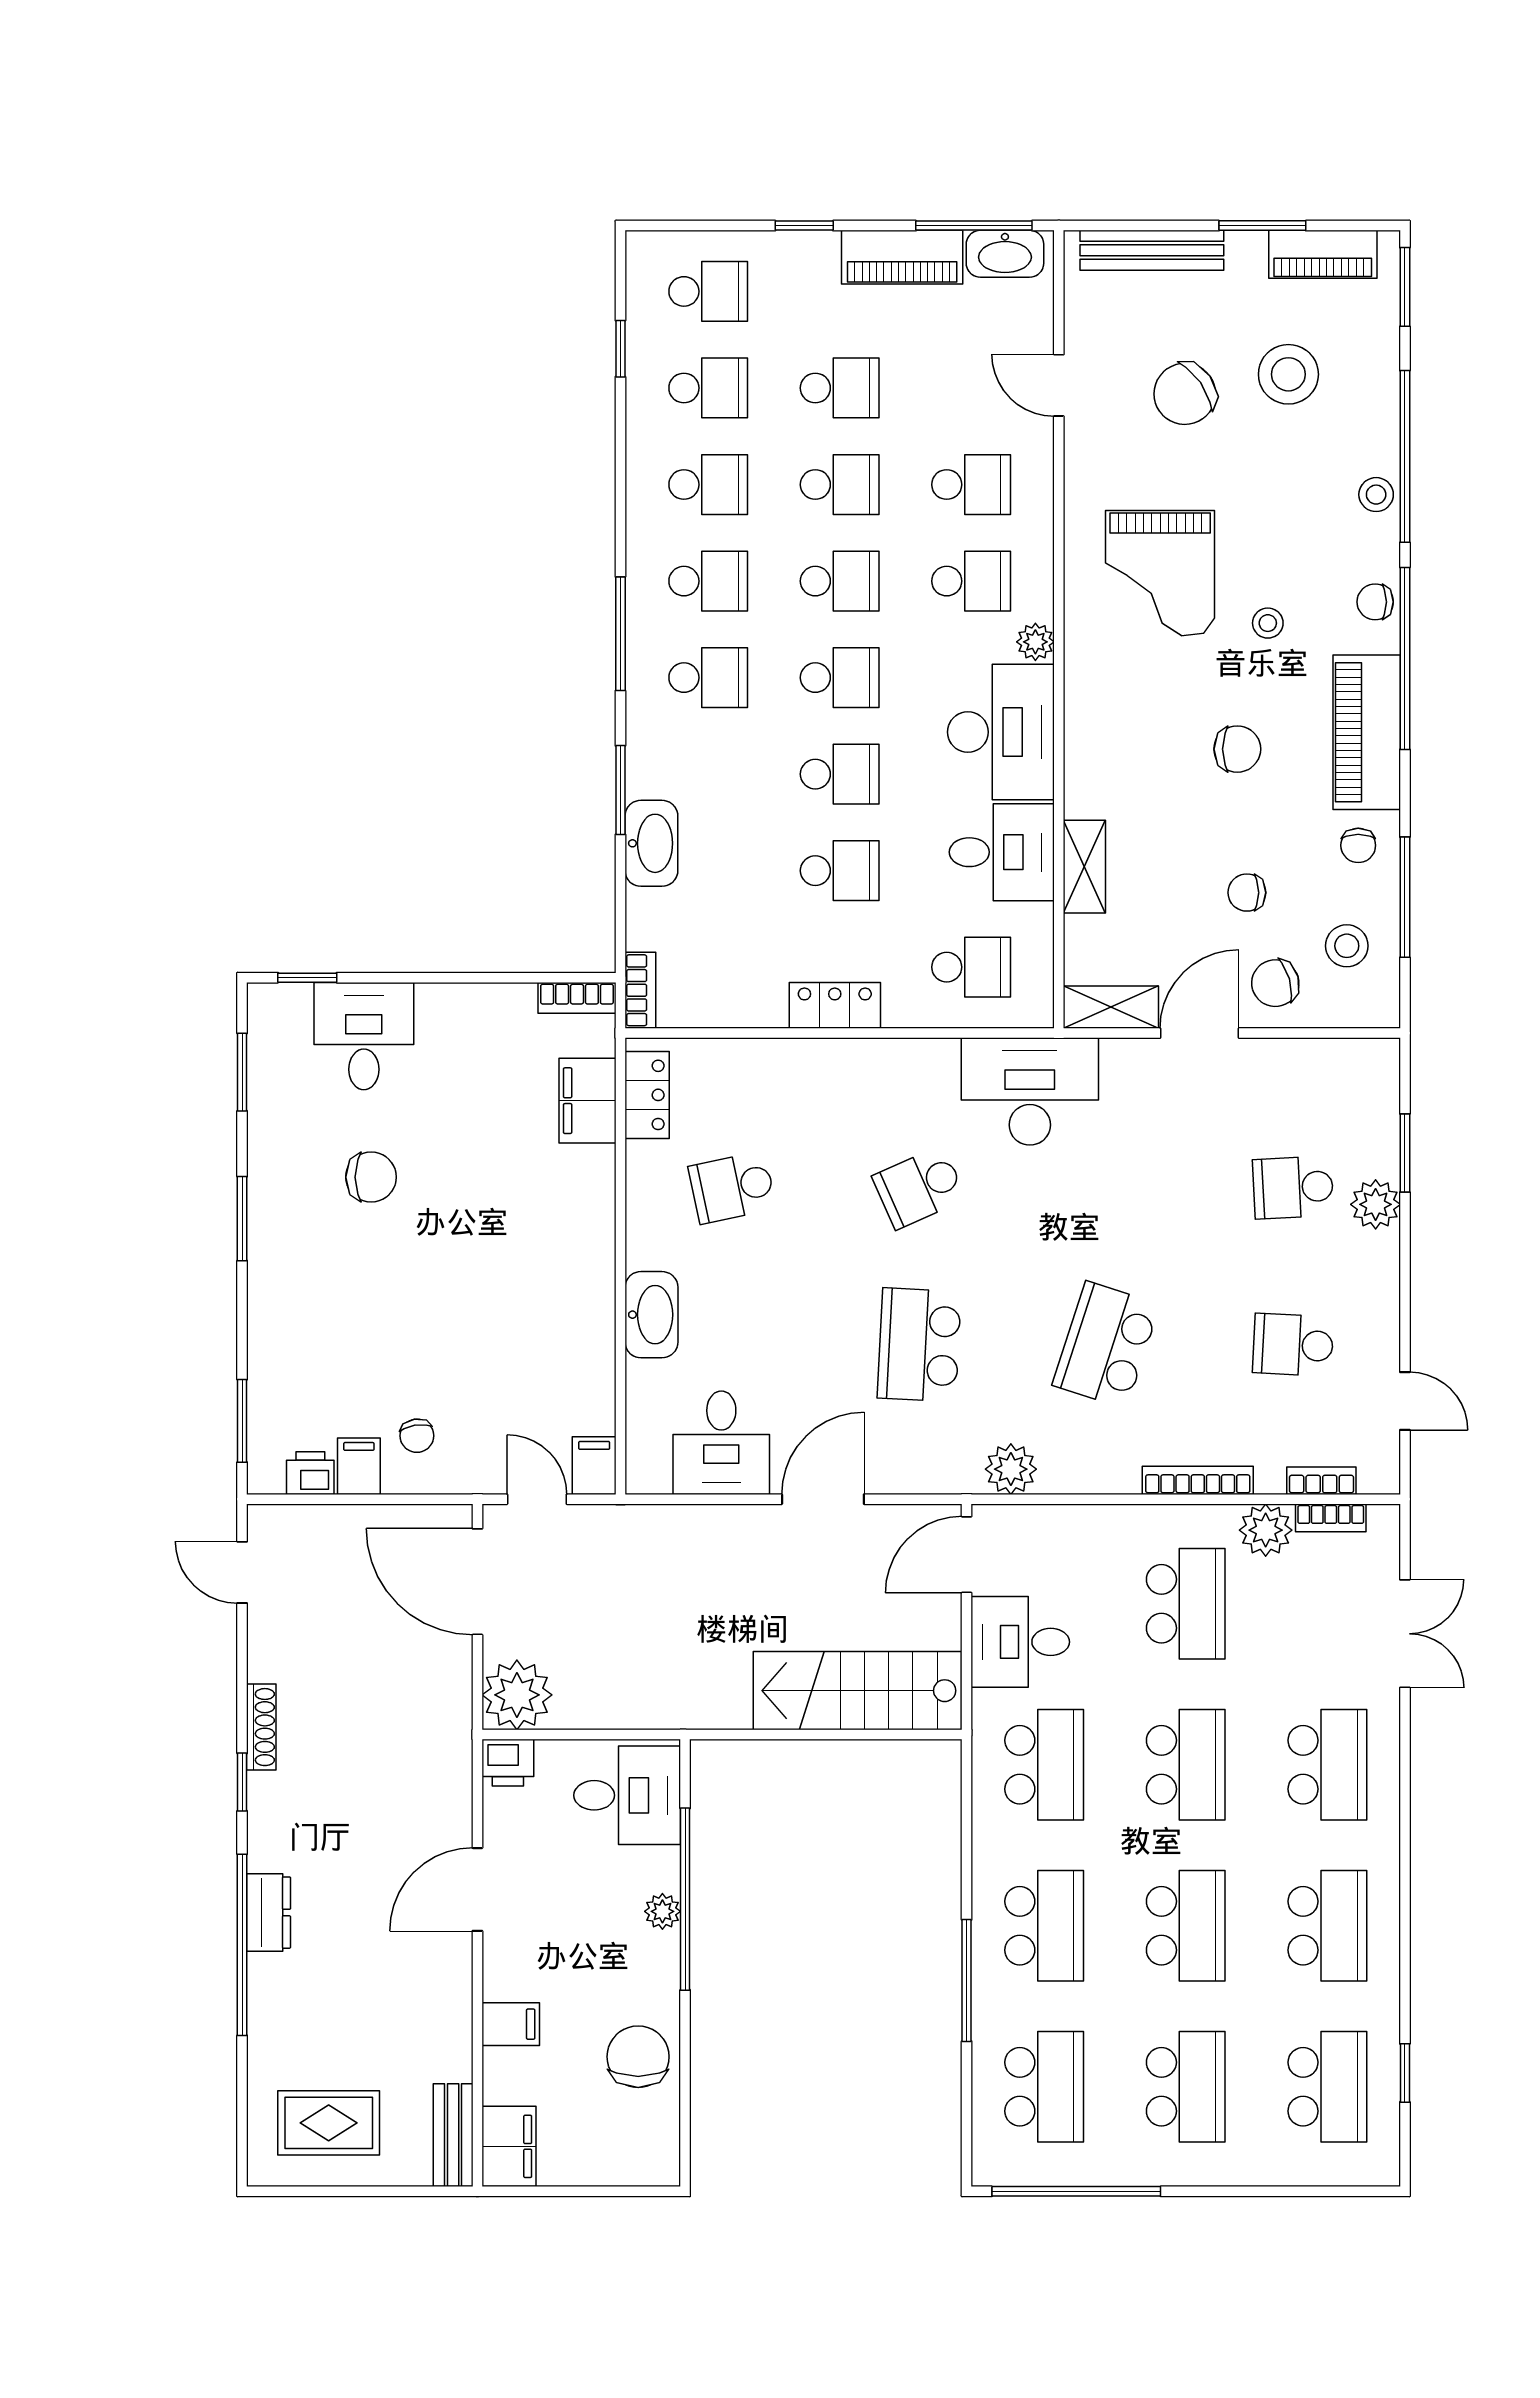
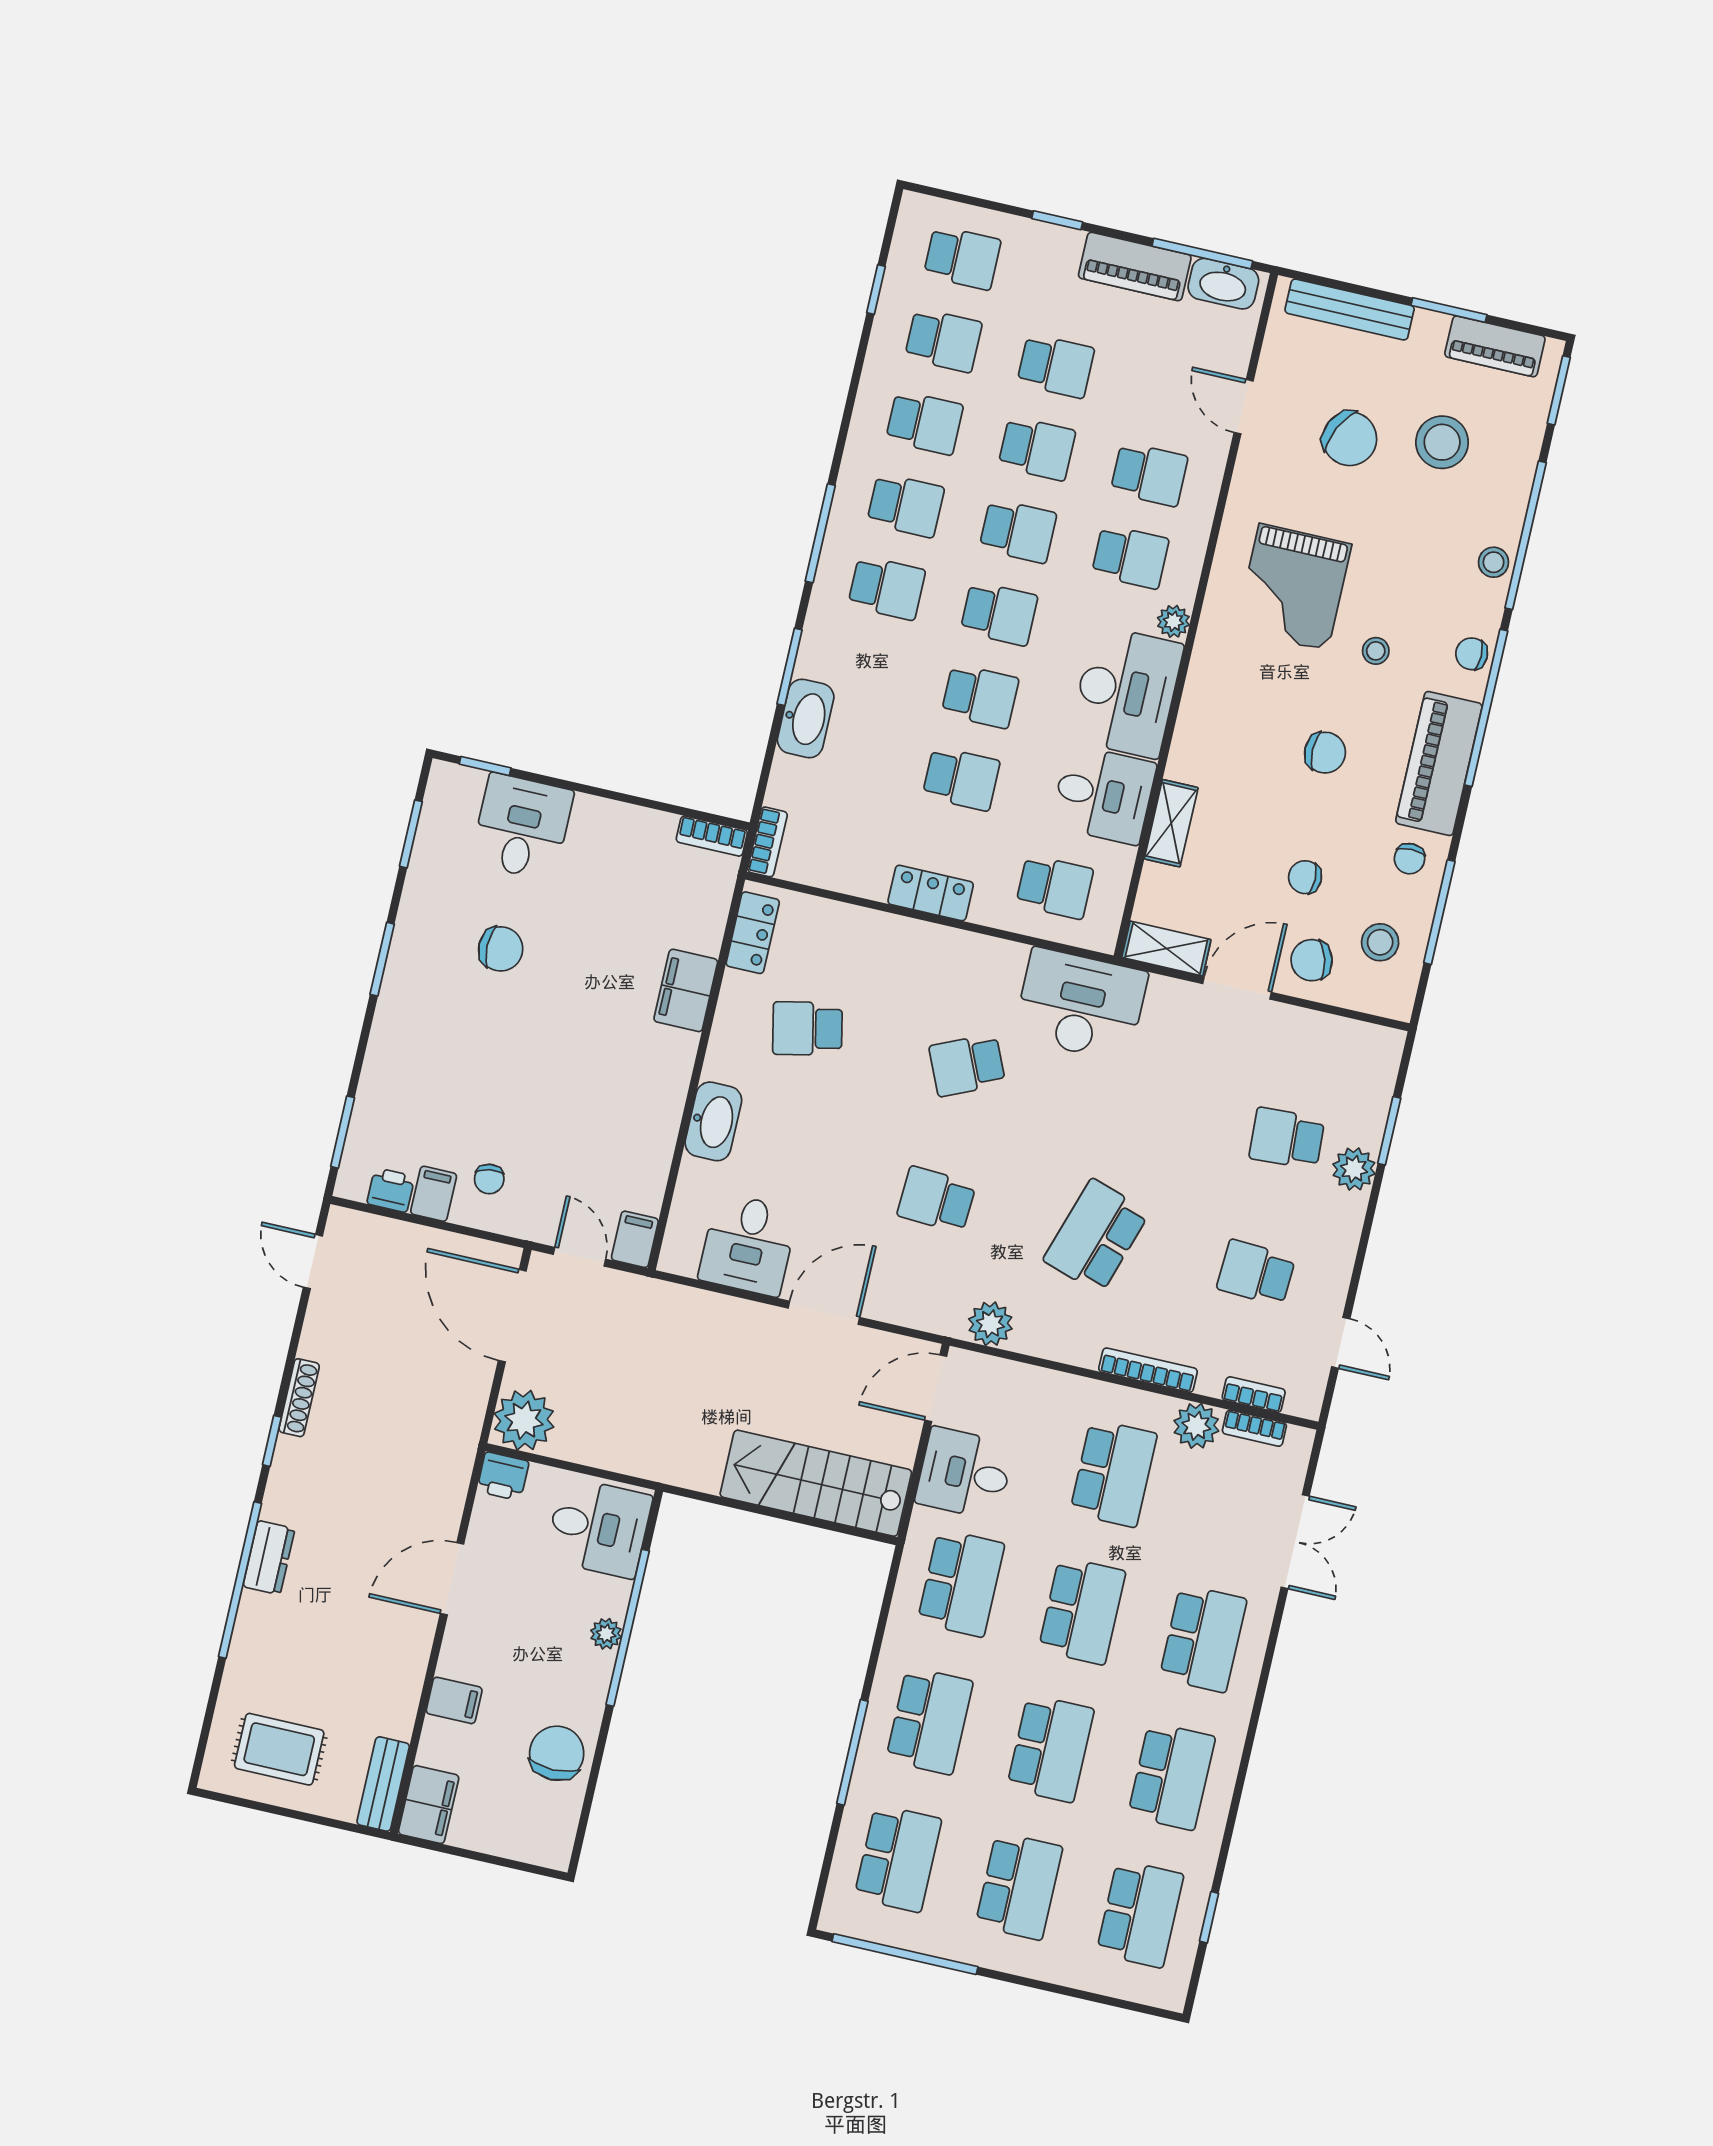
chair: (1185, 394) -> (1350, 439), turned -119
filing cabinet: (587, 1101) -> (686, 990), moved
school desk: (919, 1345) -> (936, 1200), width x0.54

